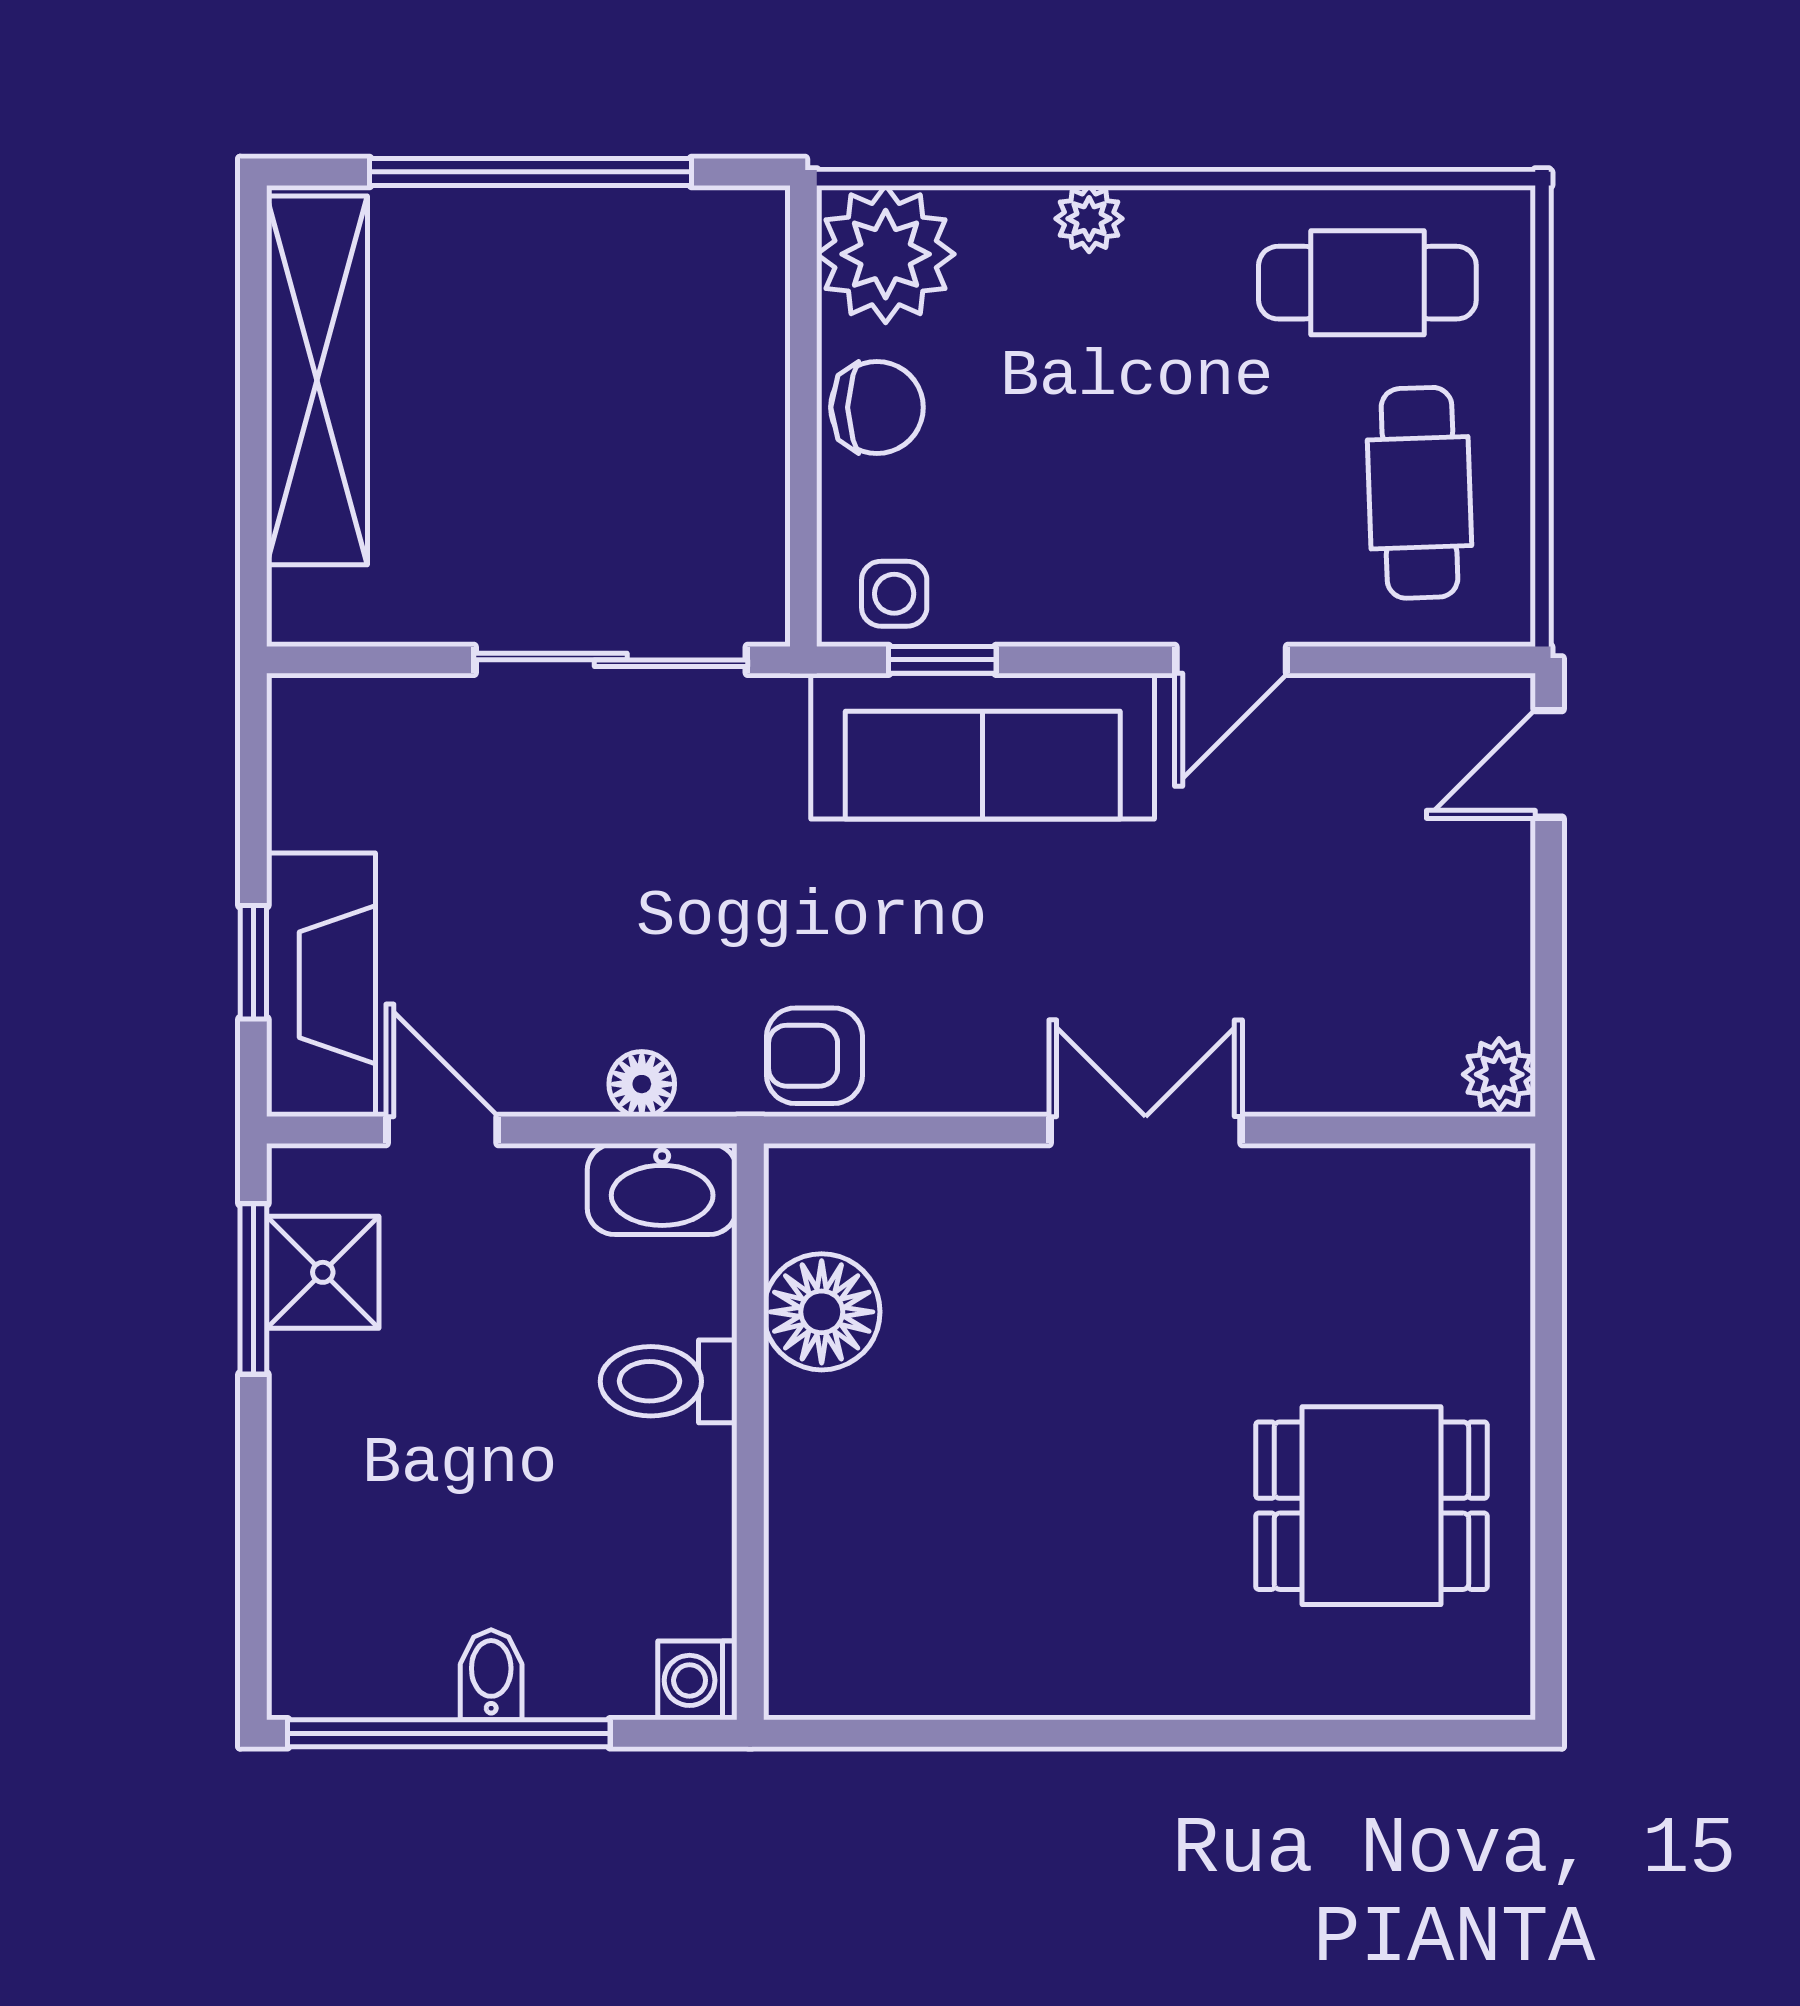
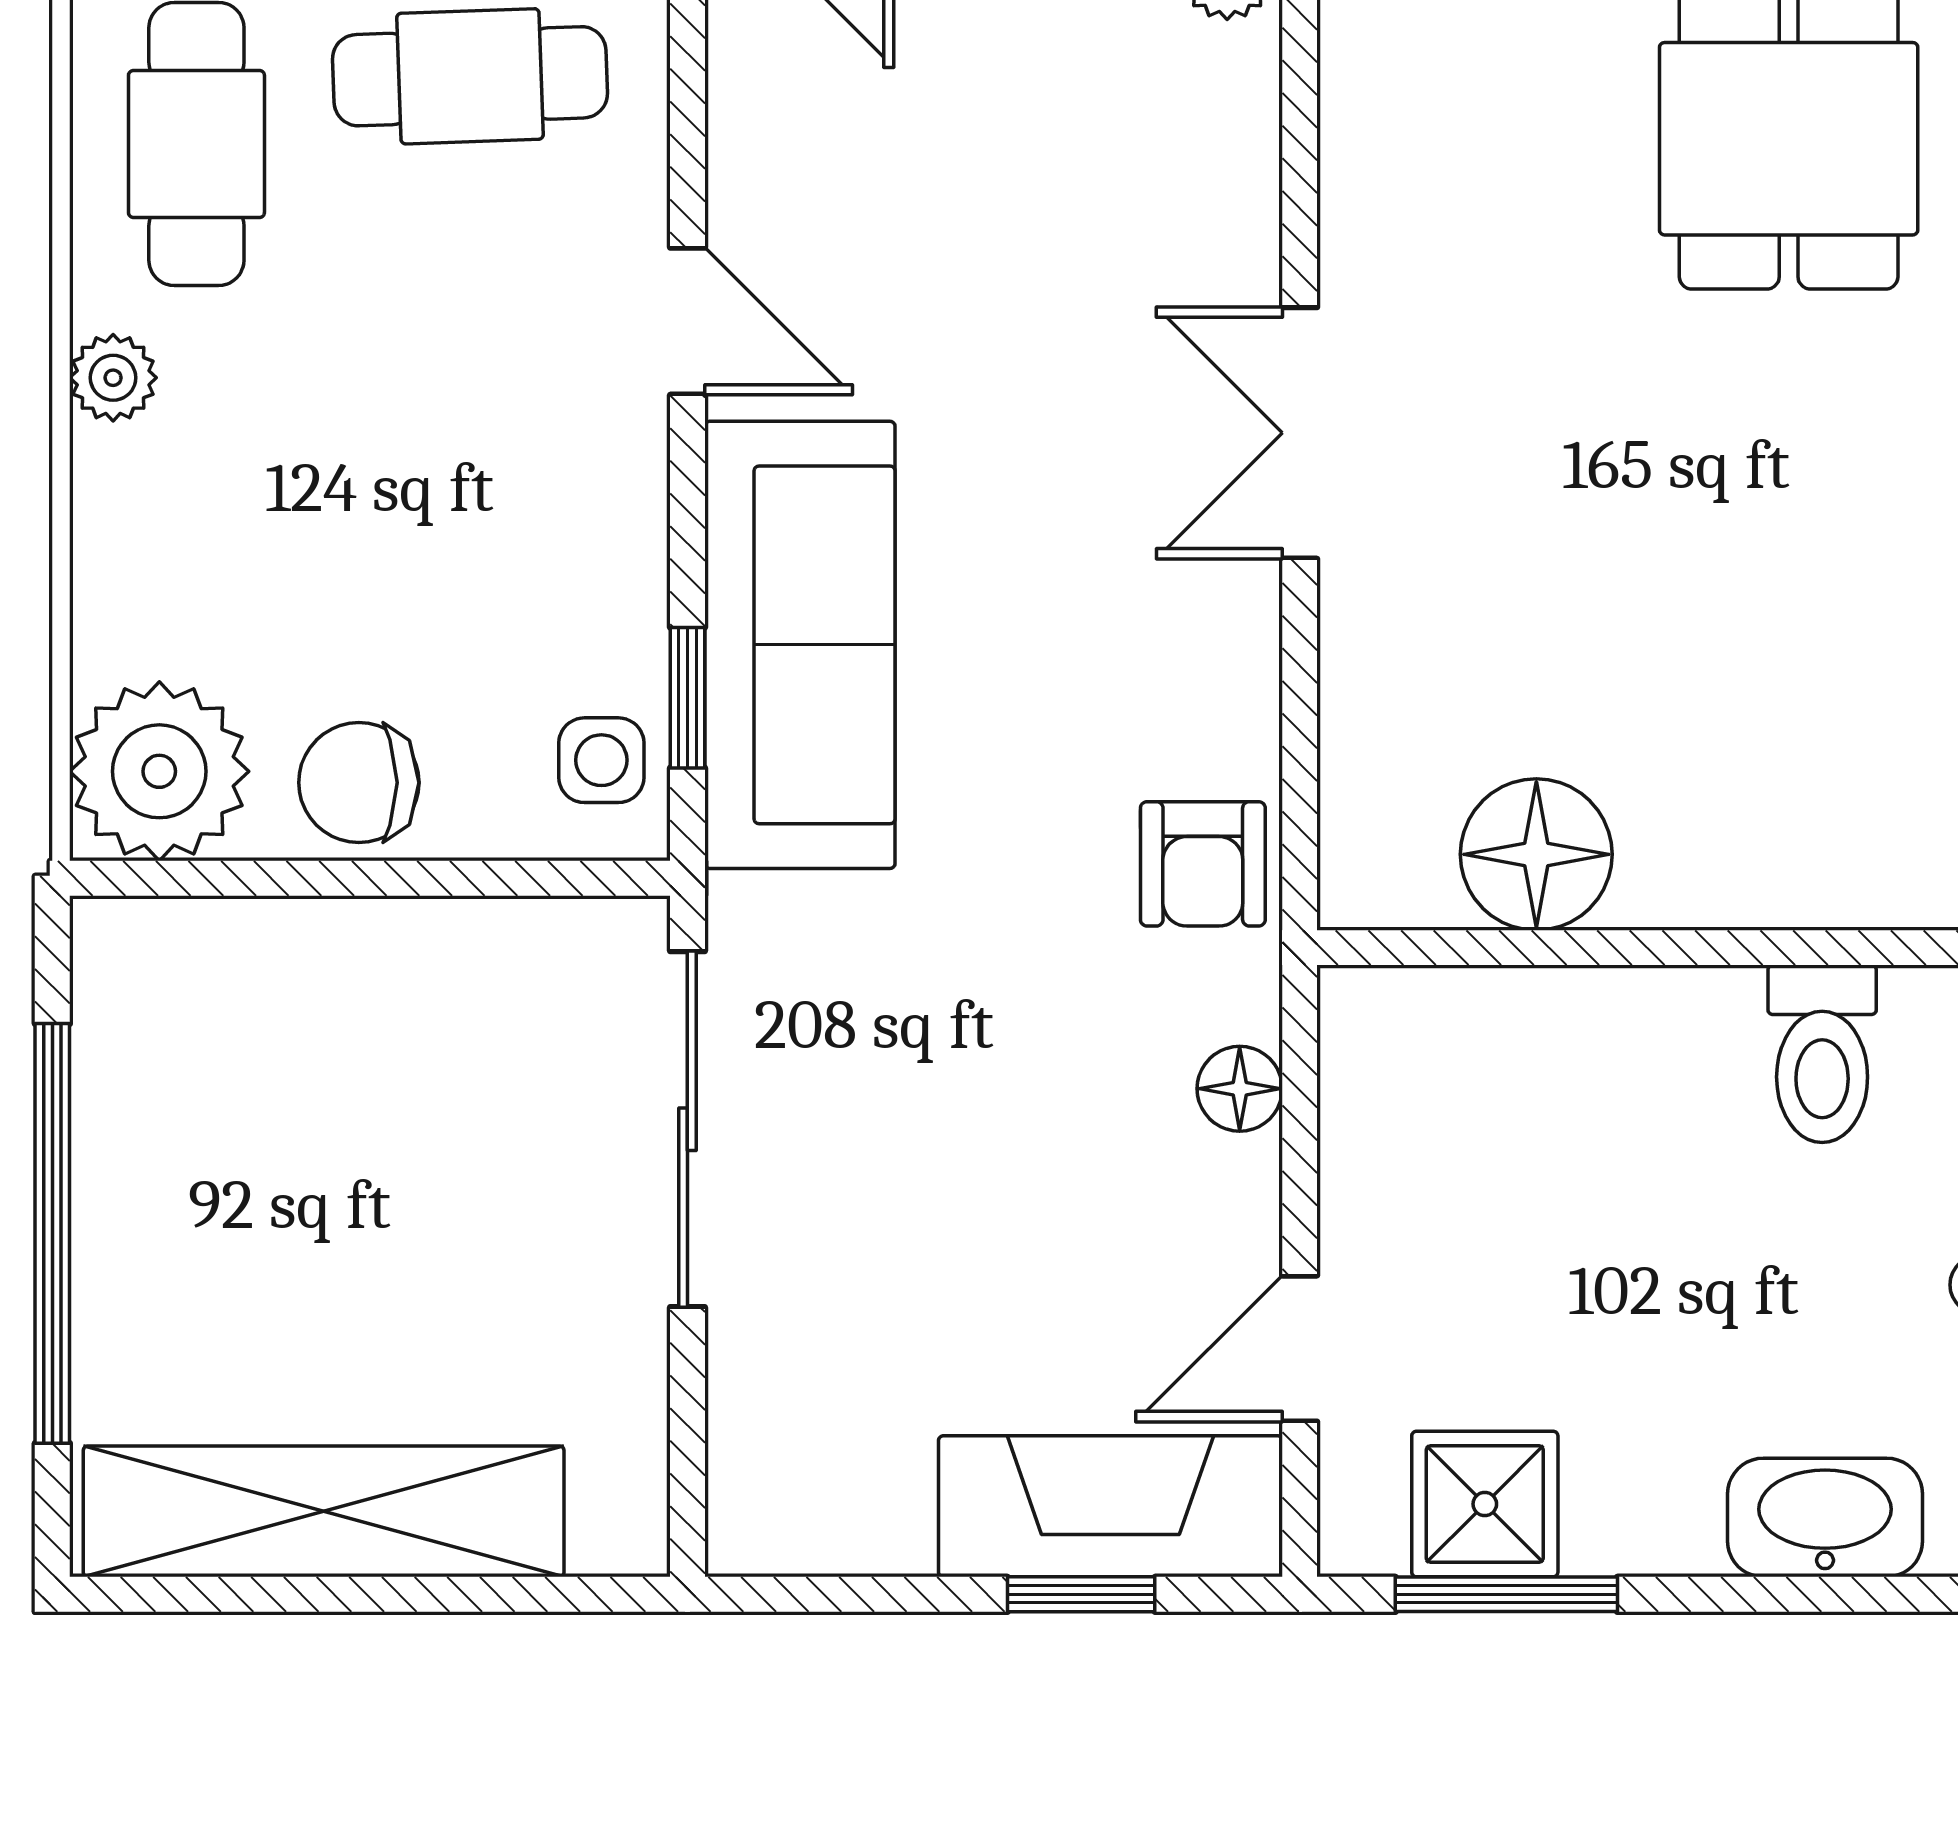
plant: (1089, 219) -> (113, 378), moved
chair: (877, 407) -> (359, 783), turned -90
washbasin: (662, 1189) -> (1825, 1518), moved, turned -90
toilet: (669, 1381) -> (1822, 1054), moved

